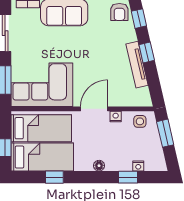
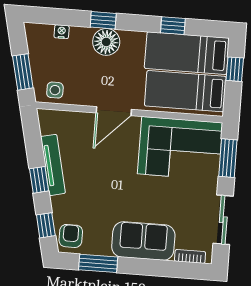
nightstand: (116, 116) -> (86, 99), removed
floor lamp: (99, 166) -> (106, 42), width x1.89, depth x1.89
window: (128, 177) -> (103, 20), moved

